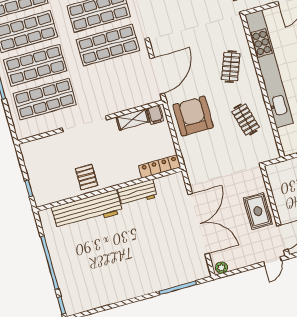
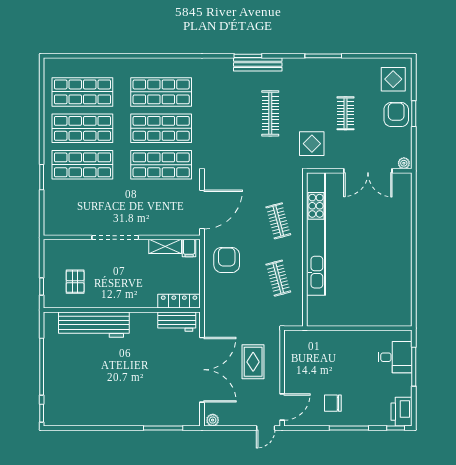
clothes rail: (231, 67) -> (278, 221), turned -36
shop shelf: (45, 99) -> (82, 201), removed
armchair: (193, 116) -> (227, 260), width x0.73, depth x0.73
pallet: (86, 177) -> (75, 282), moved
workbench: (137, 193) -> (177, 322), moved
rug: (258, 211) -> (253, 362), moved

